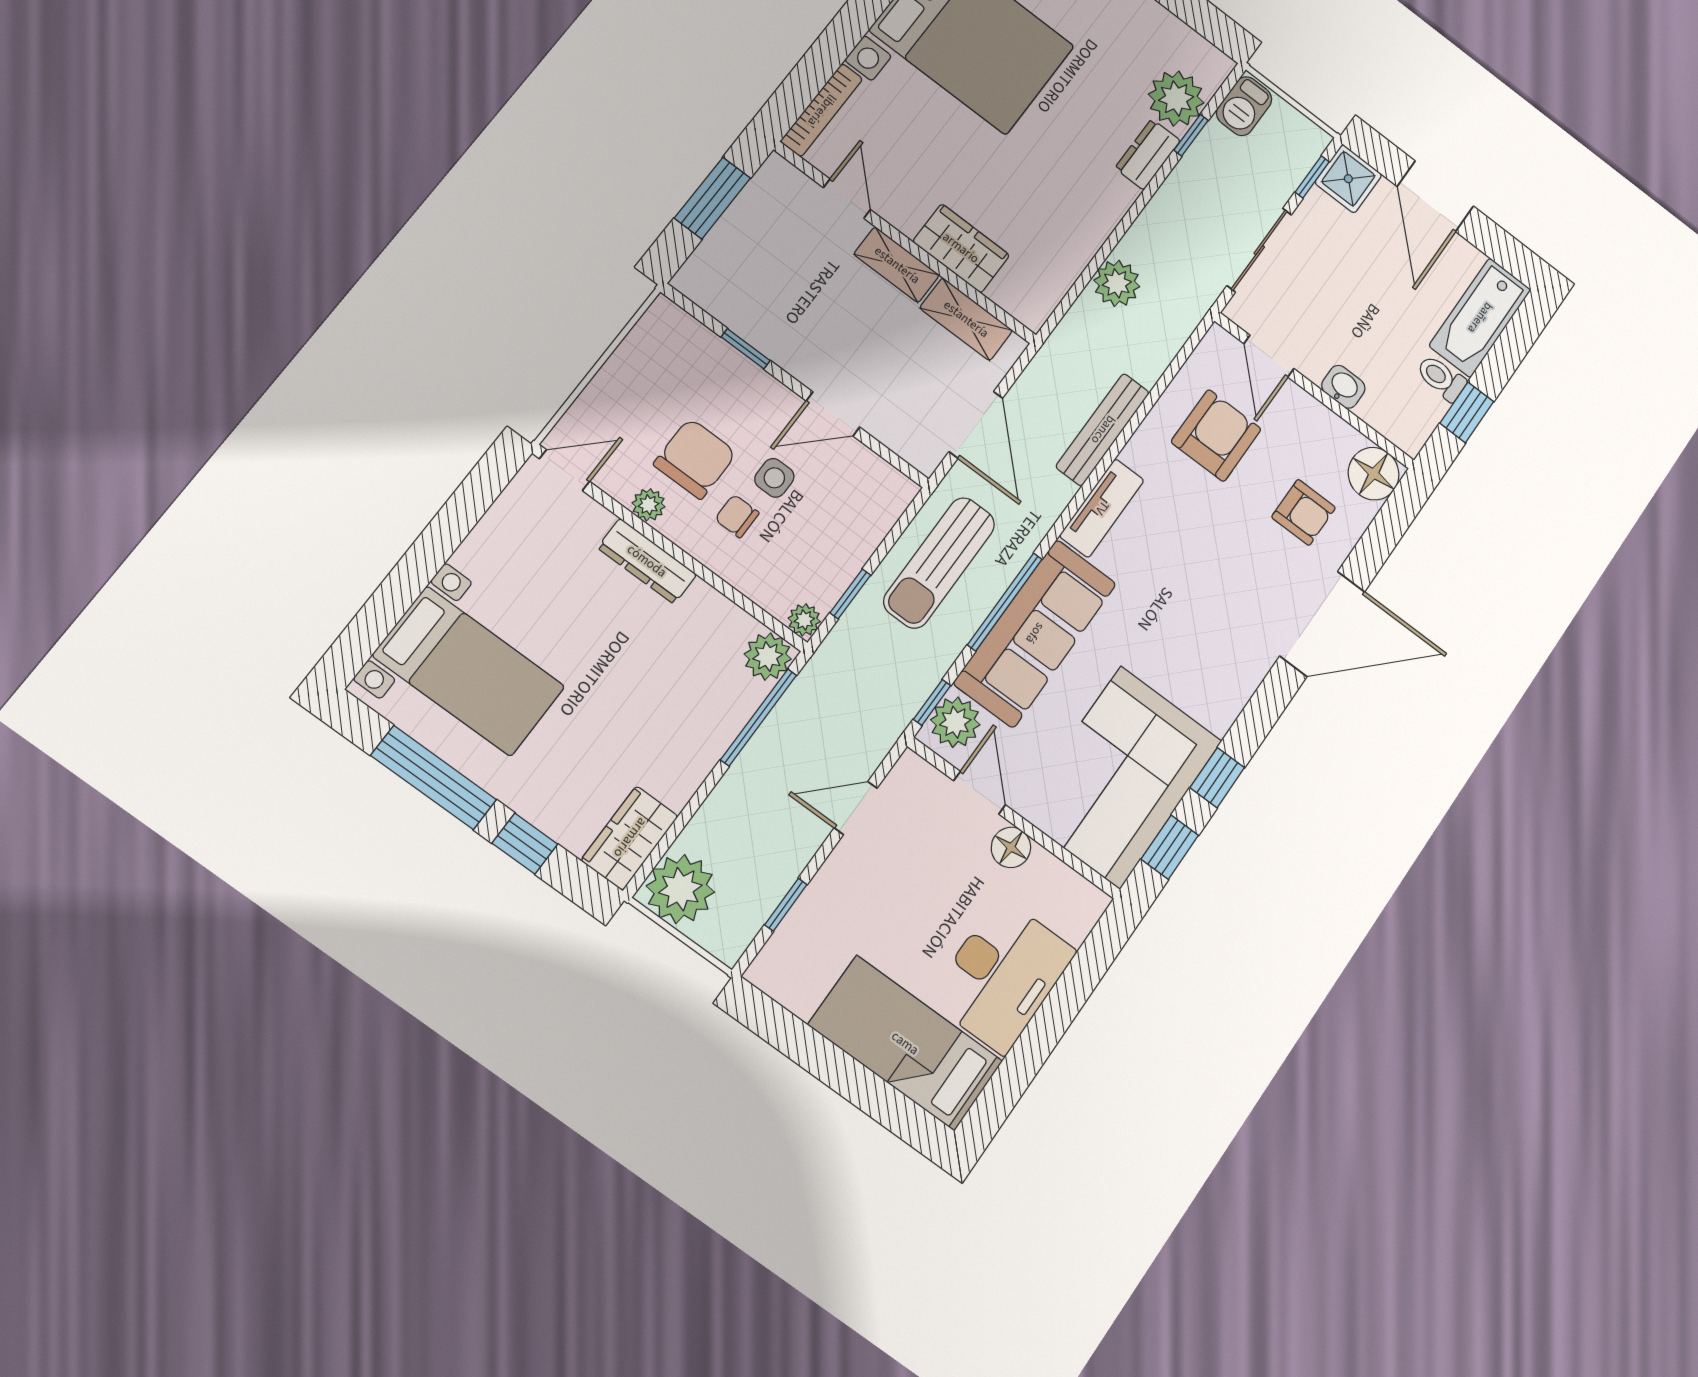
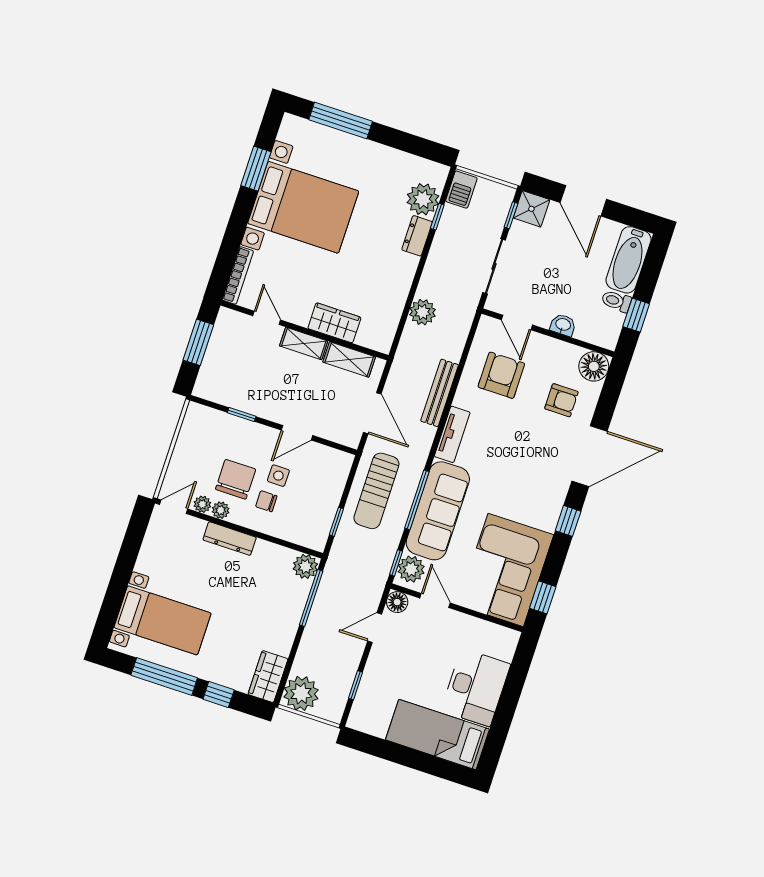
plant: (804, 620) -> (202, 504), moved
window: (1217, 778) -> (568, 521), moved
floor lamp: (1011, 847) -> (397, 602), moved

